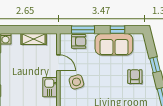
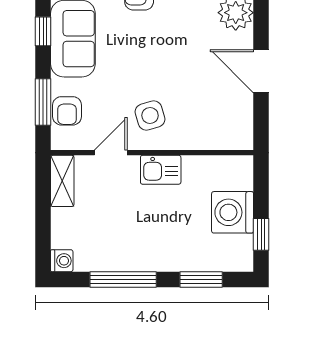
shelving: (34, 39) -> (62, 181), moved
armchair: (79, 41) -> (67, 111), turned 180

